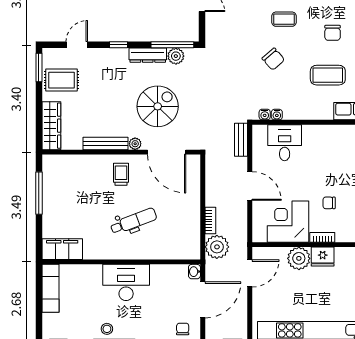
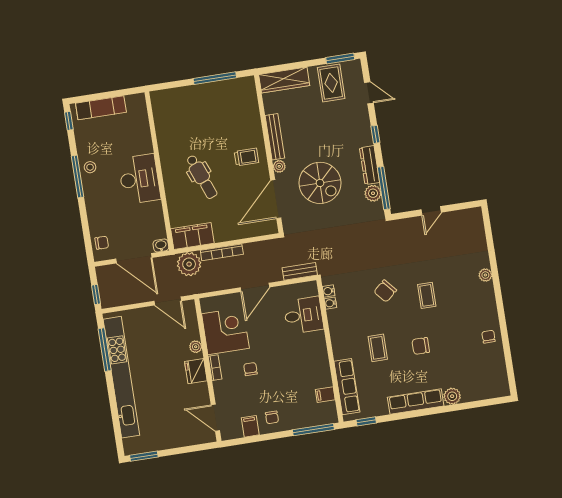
coffee table: (328, 75) -> (378, 348), width x0.73, depth x0.77
bookcase: (210, 220) -> (222, 252), width x1.56
filing cabinet: (62, 249) -> (192, 236), moved, turned -90
plant: (299, 258) -> (196, 347), width x0.53, depth x0.53
exam couch: (50, 288) -> (101, 108), moved

